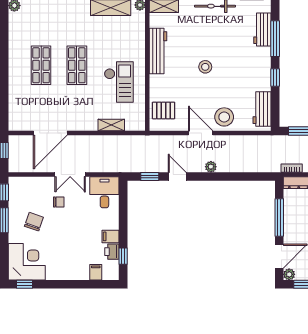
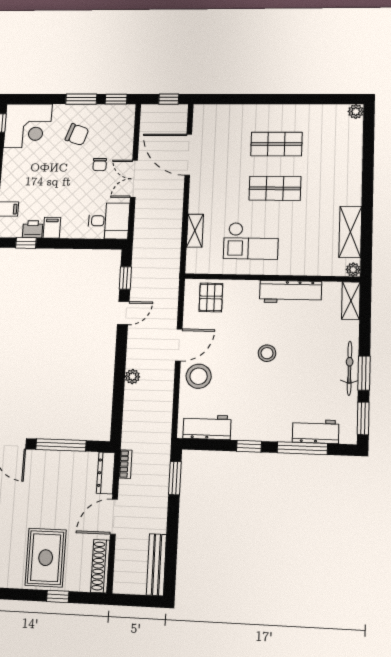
plant: (211, 167) -> (132, 377), moved

